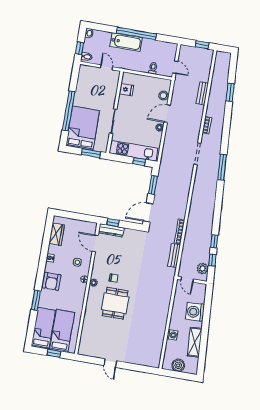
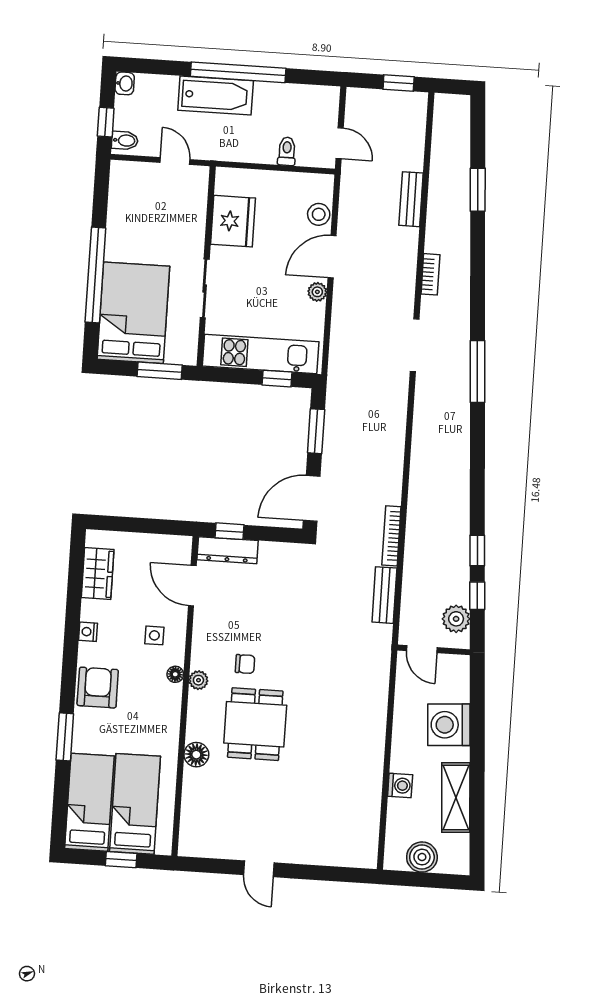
fridge: (126, 90) -> (233, 221), width x1.88, depth x1.34
armchair: (52, 281) -> (98, 688), turned 180
floor lamp: (89, 313) -> (196, 755), added

